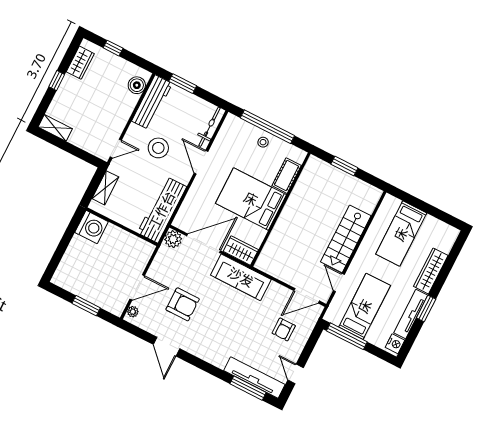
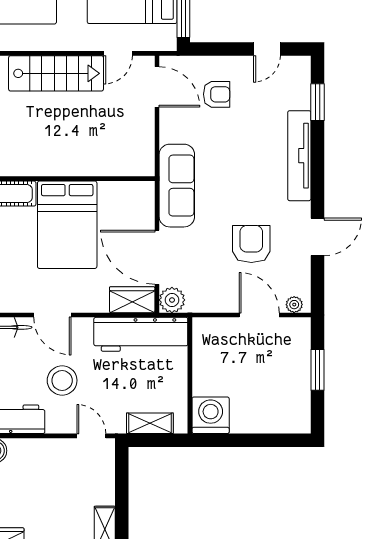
door: (201, 162) -> (52, 315), hinge flipped
wardrobe: (241, 251) -> (132, 300), moved, turned 90
tv unit: (254, 378) -> (299, 156), moved
window: (248, 388) -> (317, 102), width x0.69

